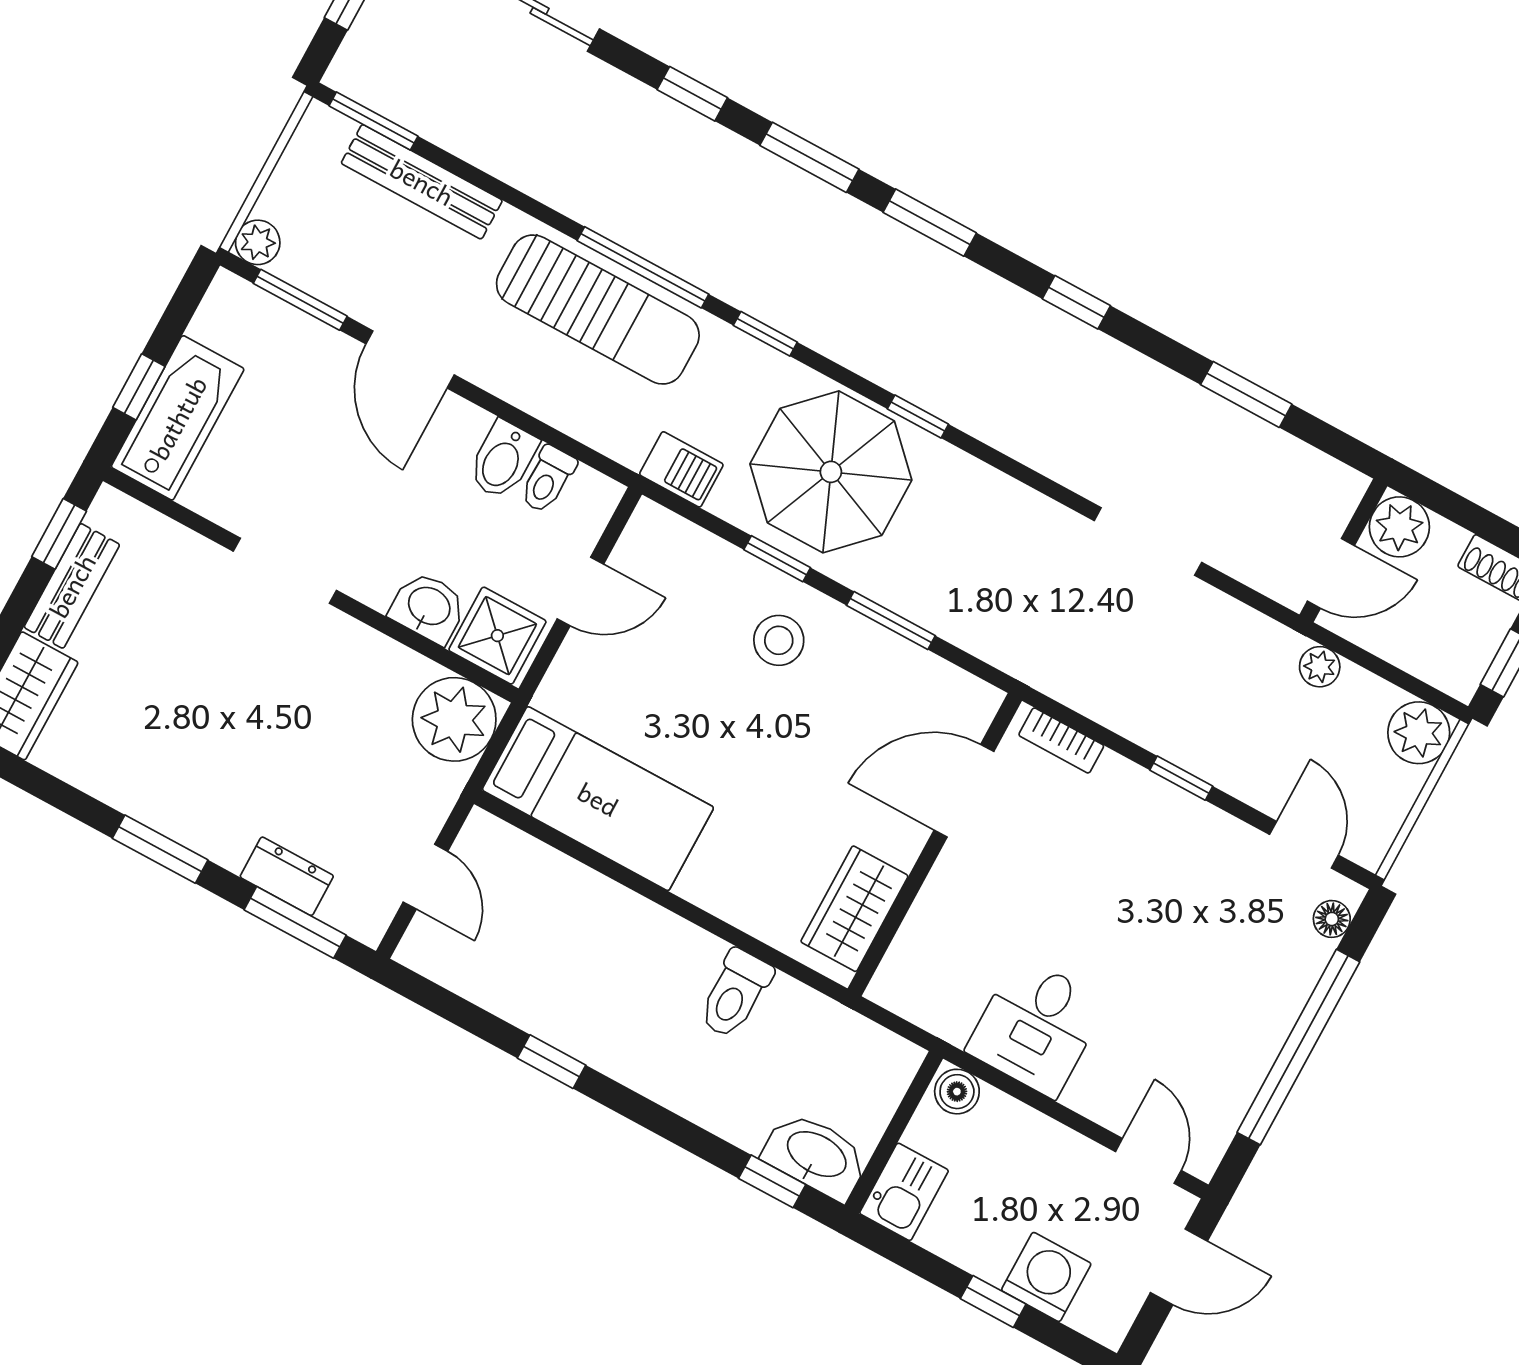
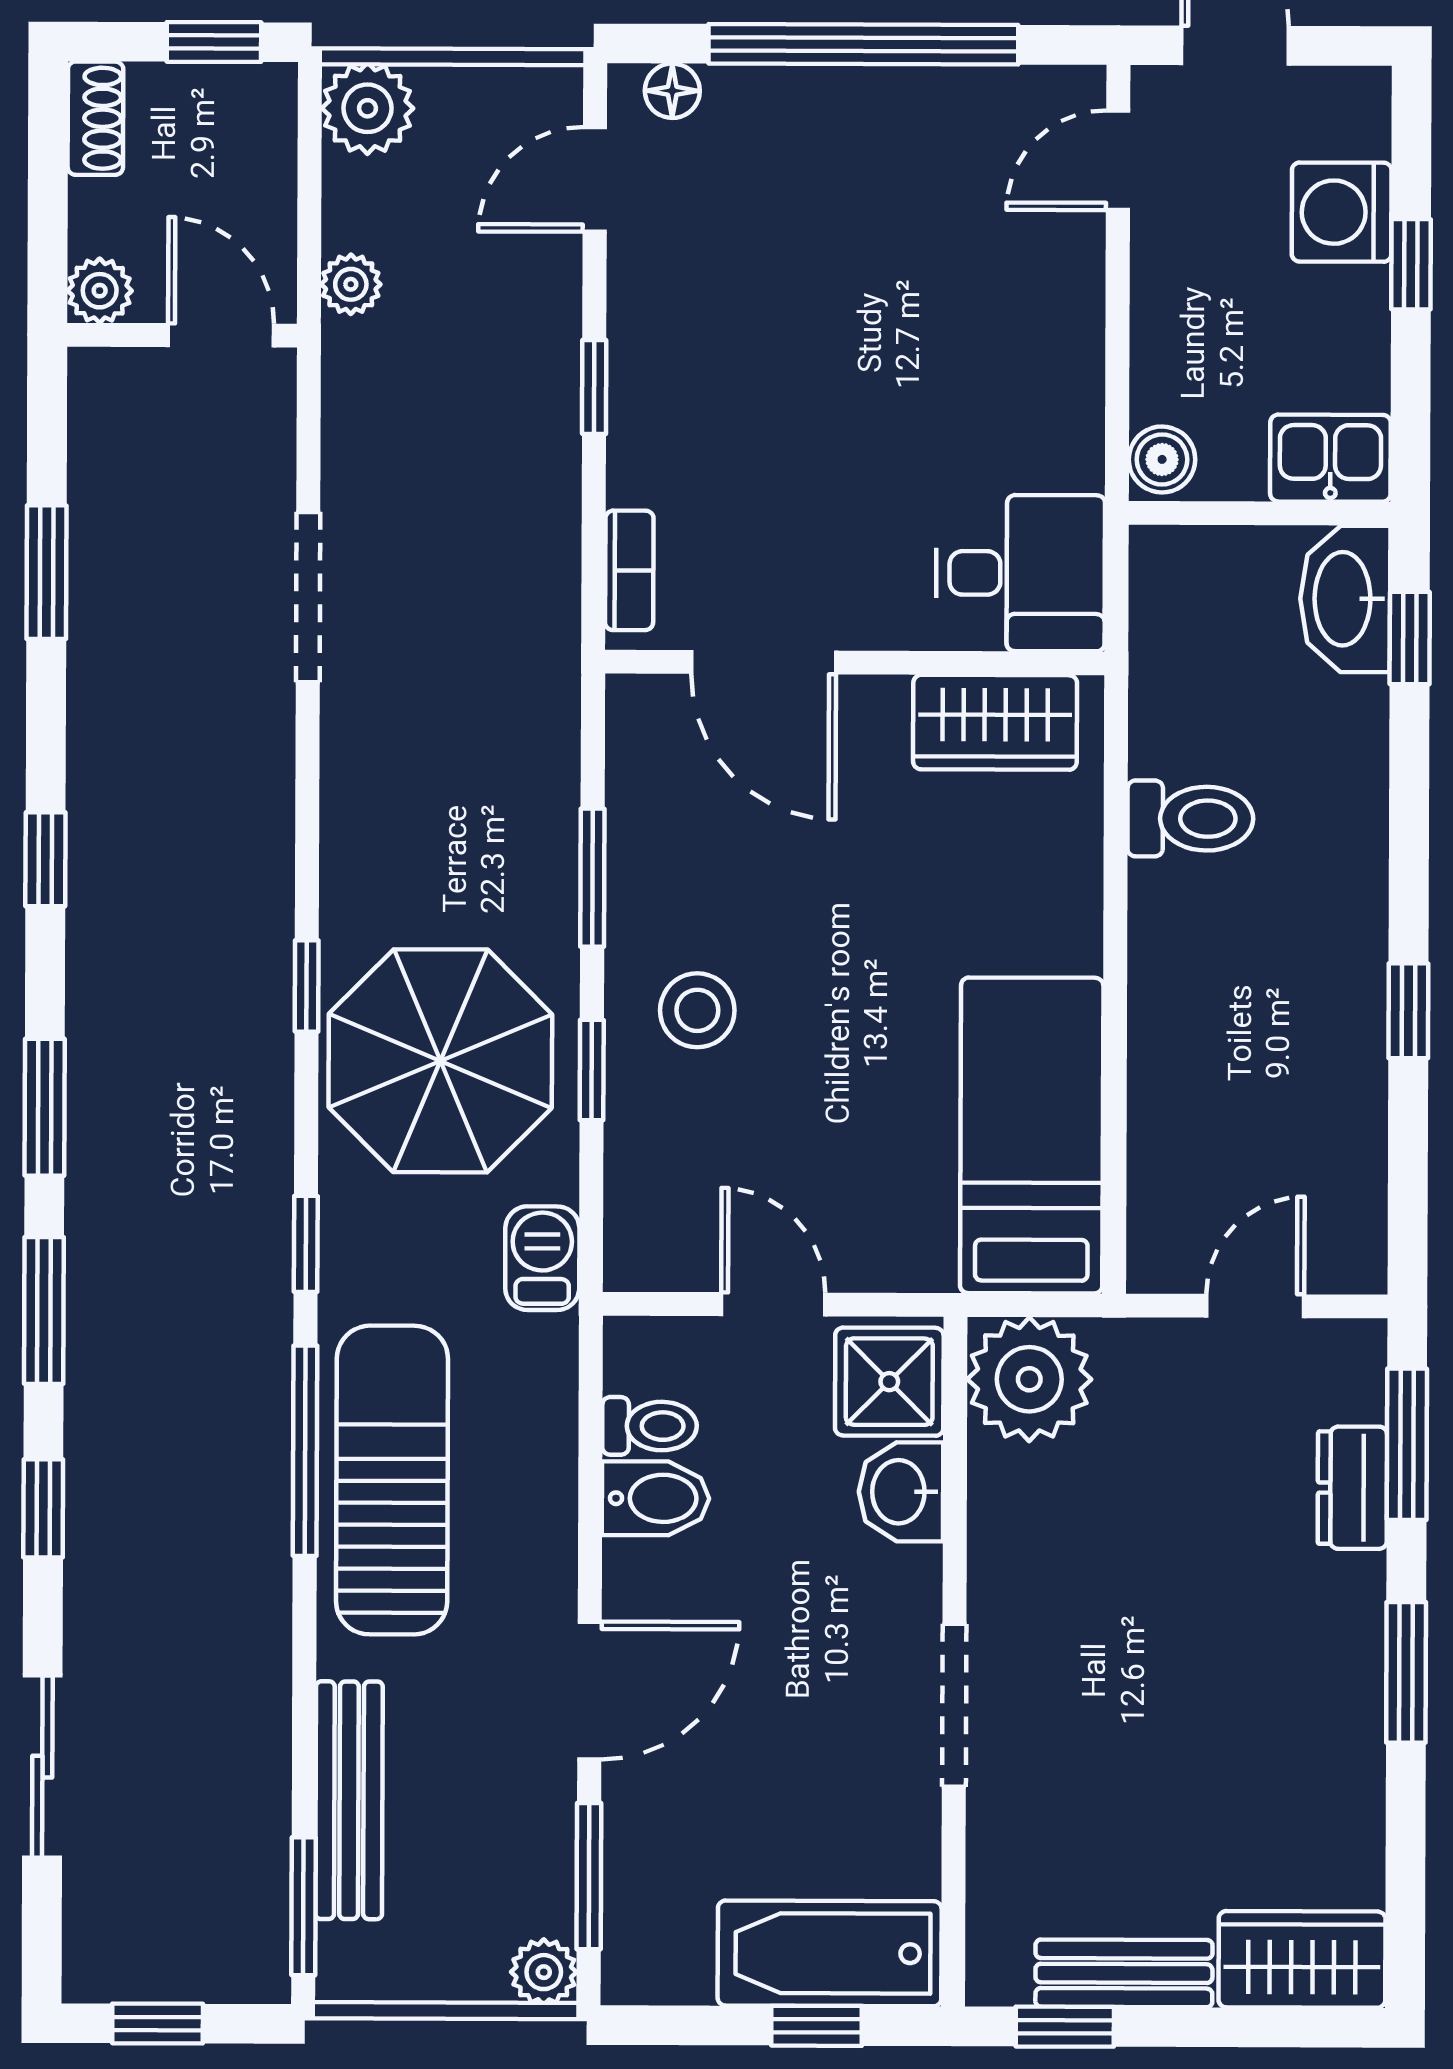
plant: (1399, 527) -> (100, 291), width x0.73, depth x0.73
desk: (1036, 1027) -> (1020, 573), moved

